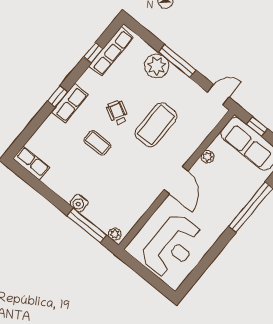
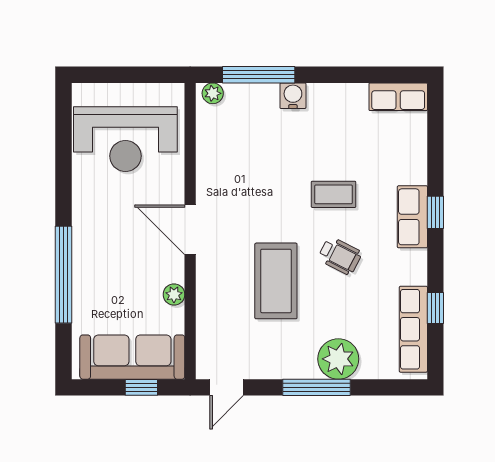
reception desk: (172, 246) -> (125, 139), turned -90

